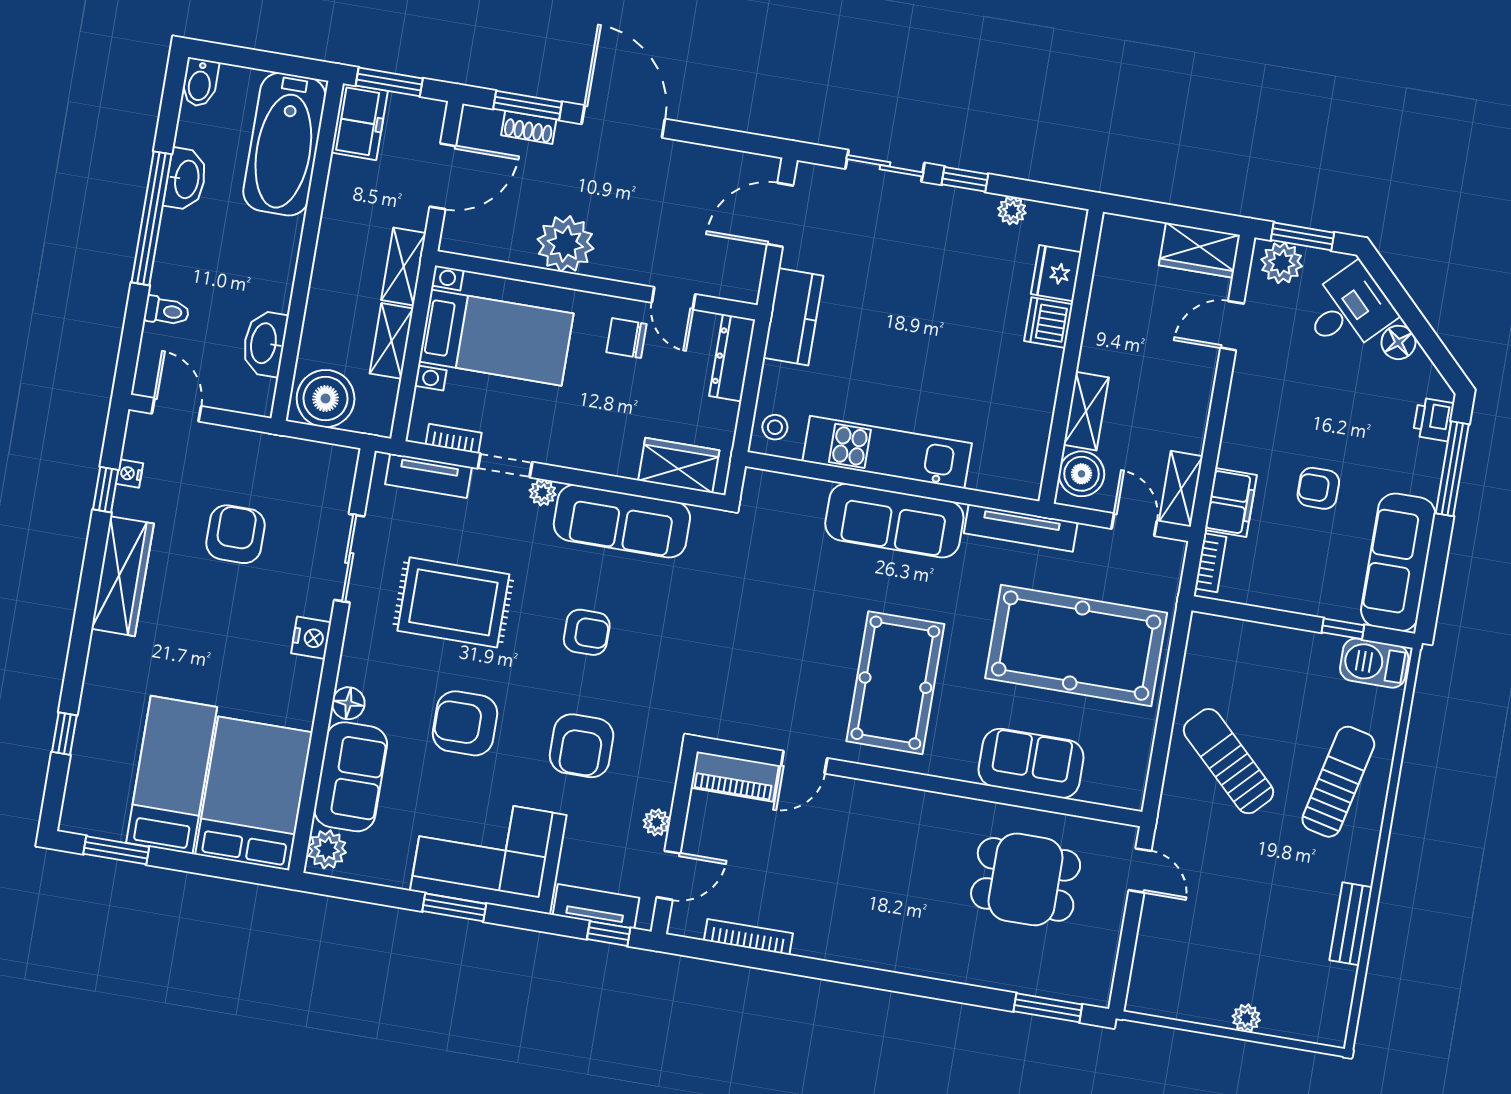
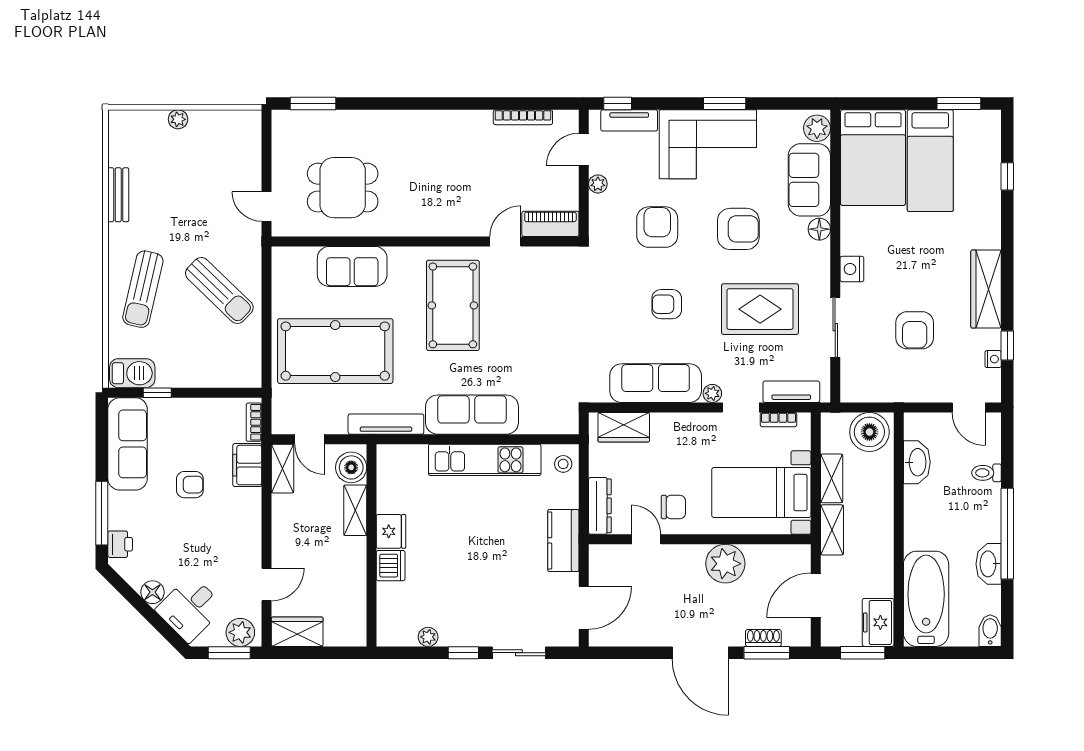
fridge: (1056, 273) -> (391, 531), moved

